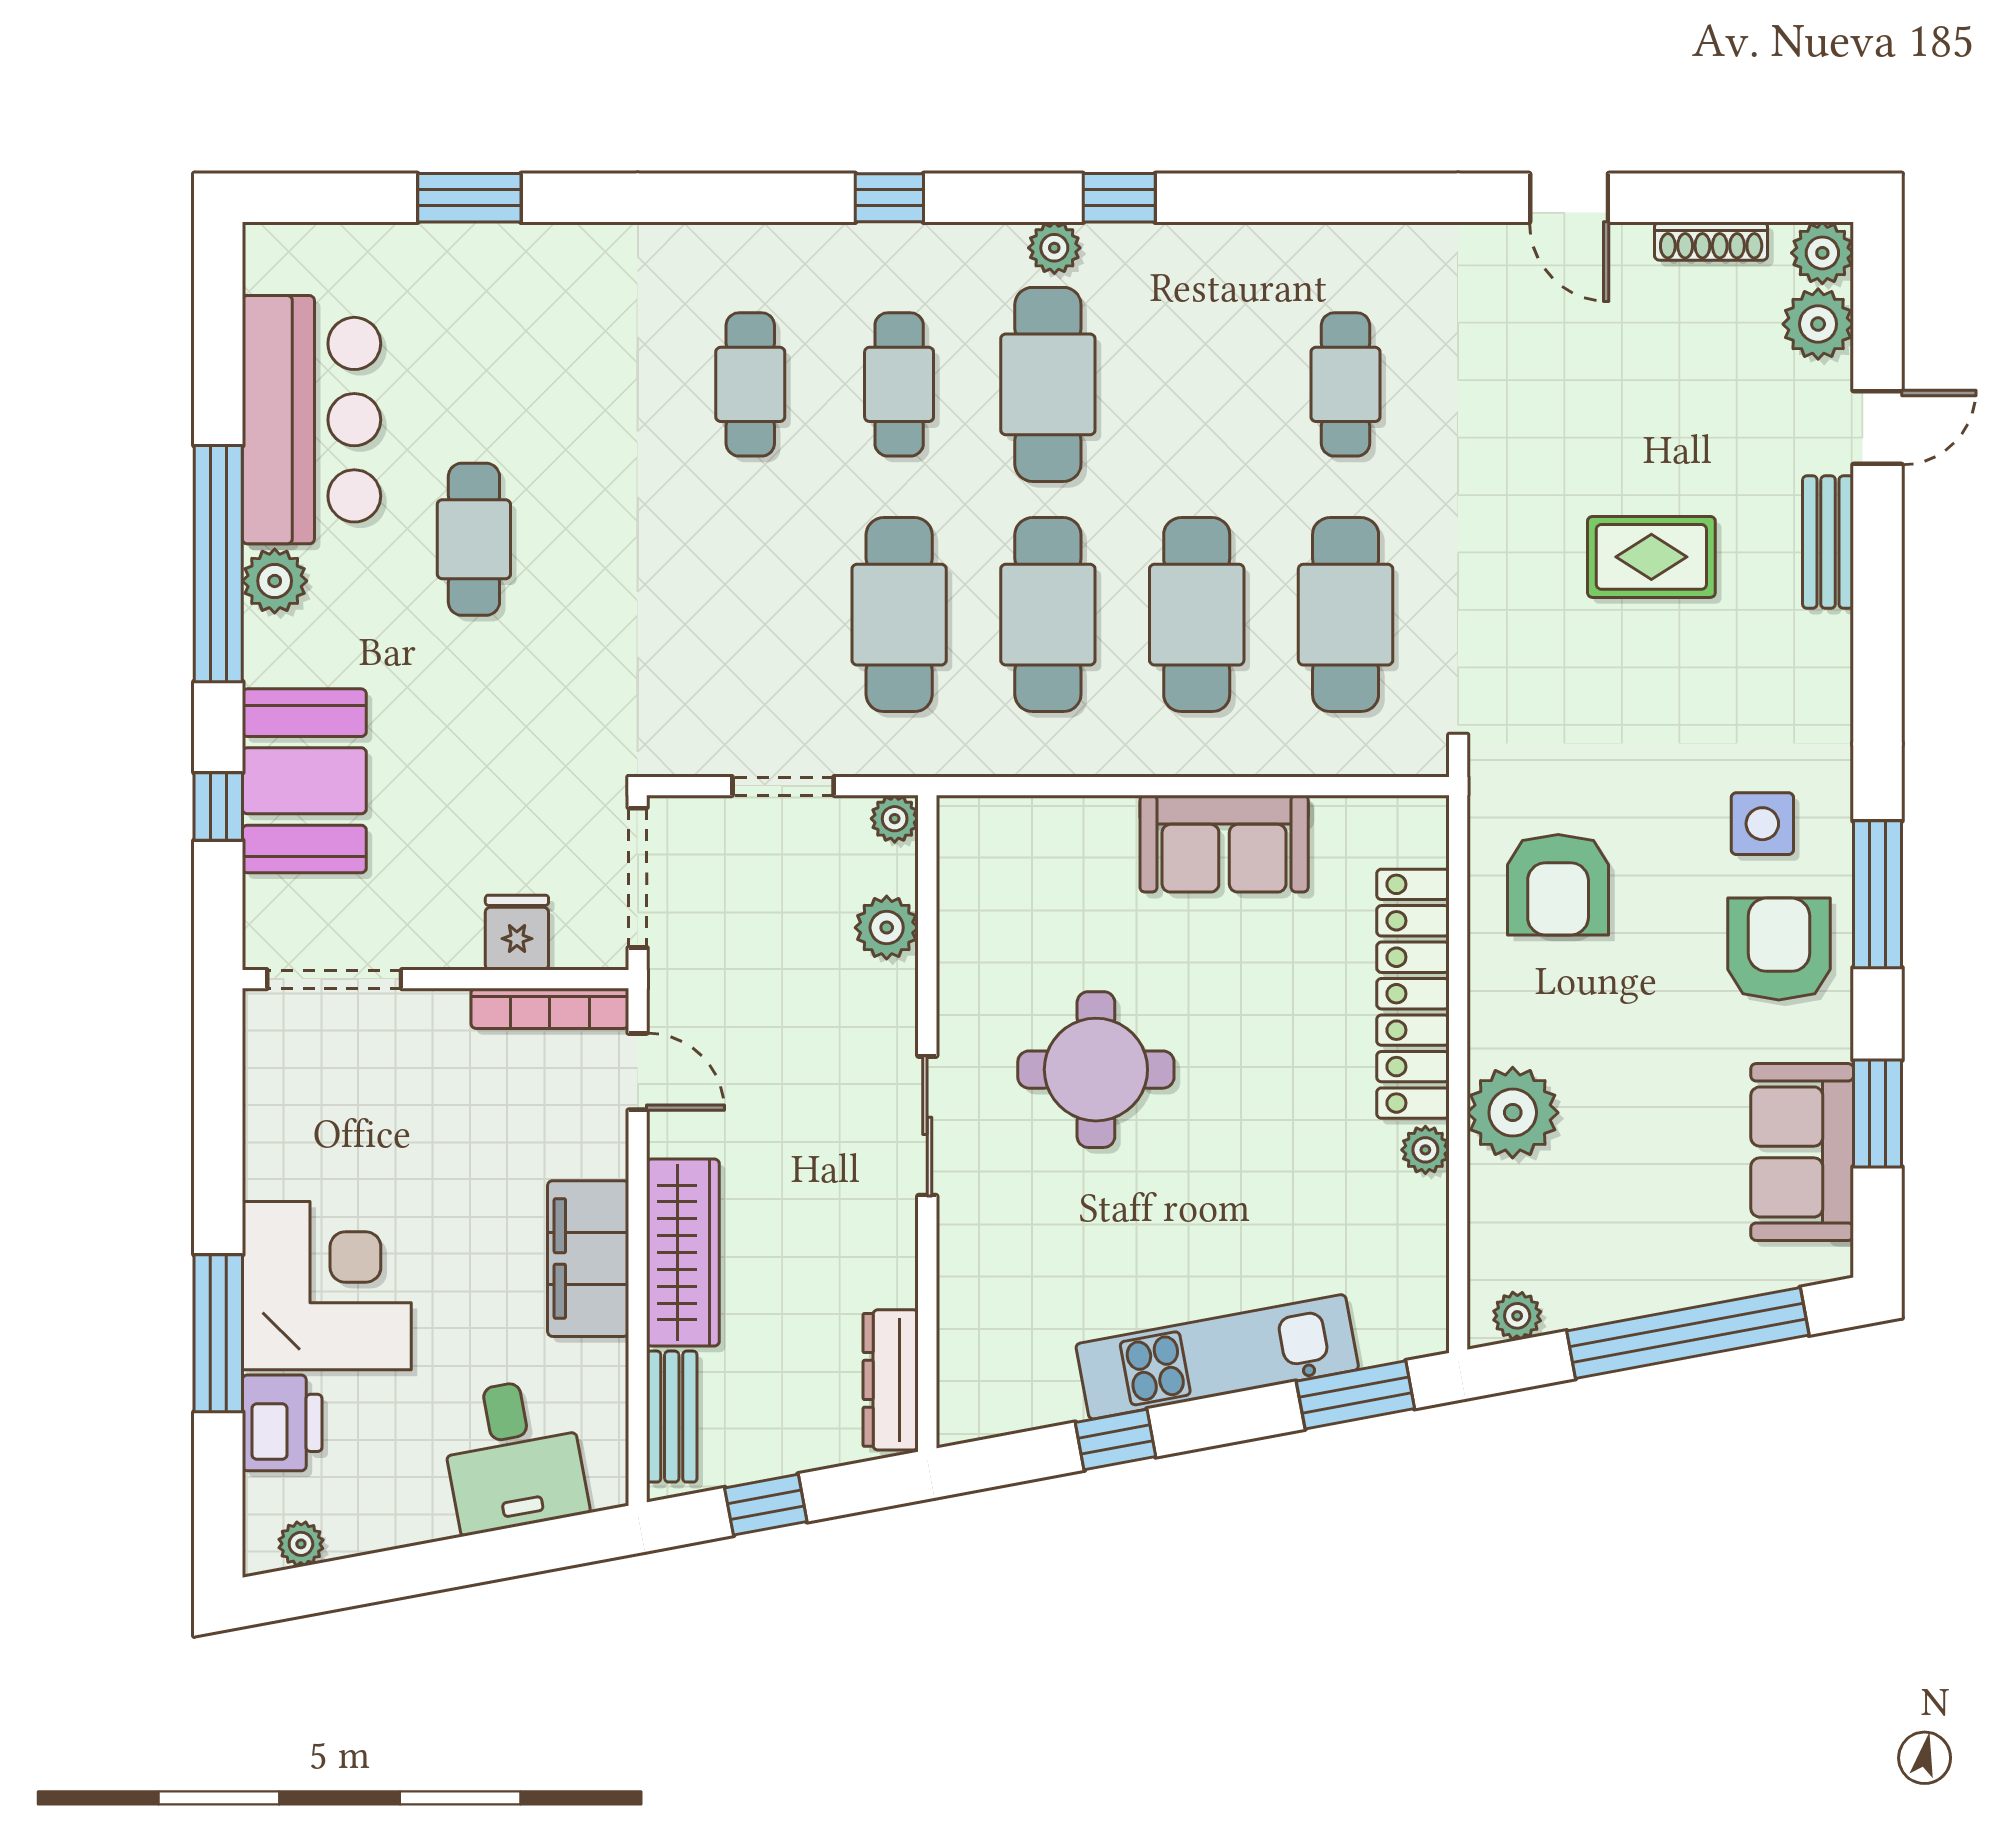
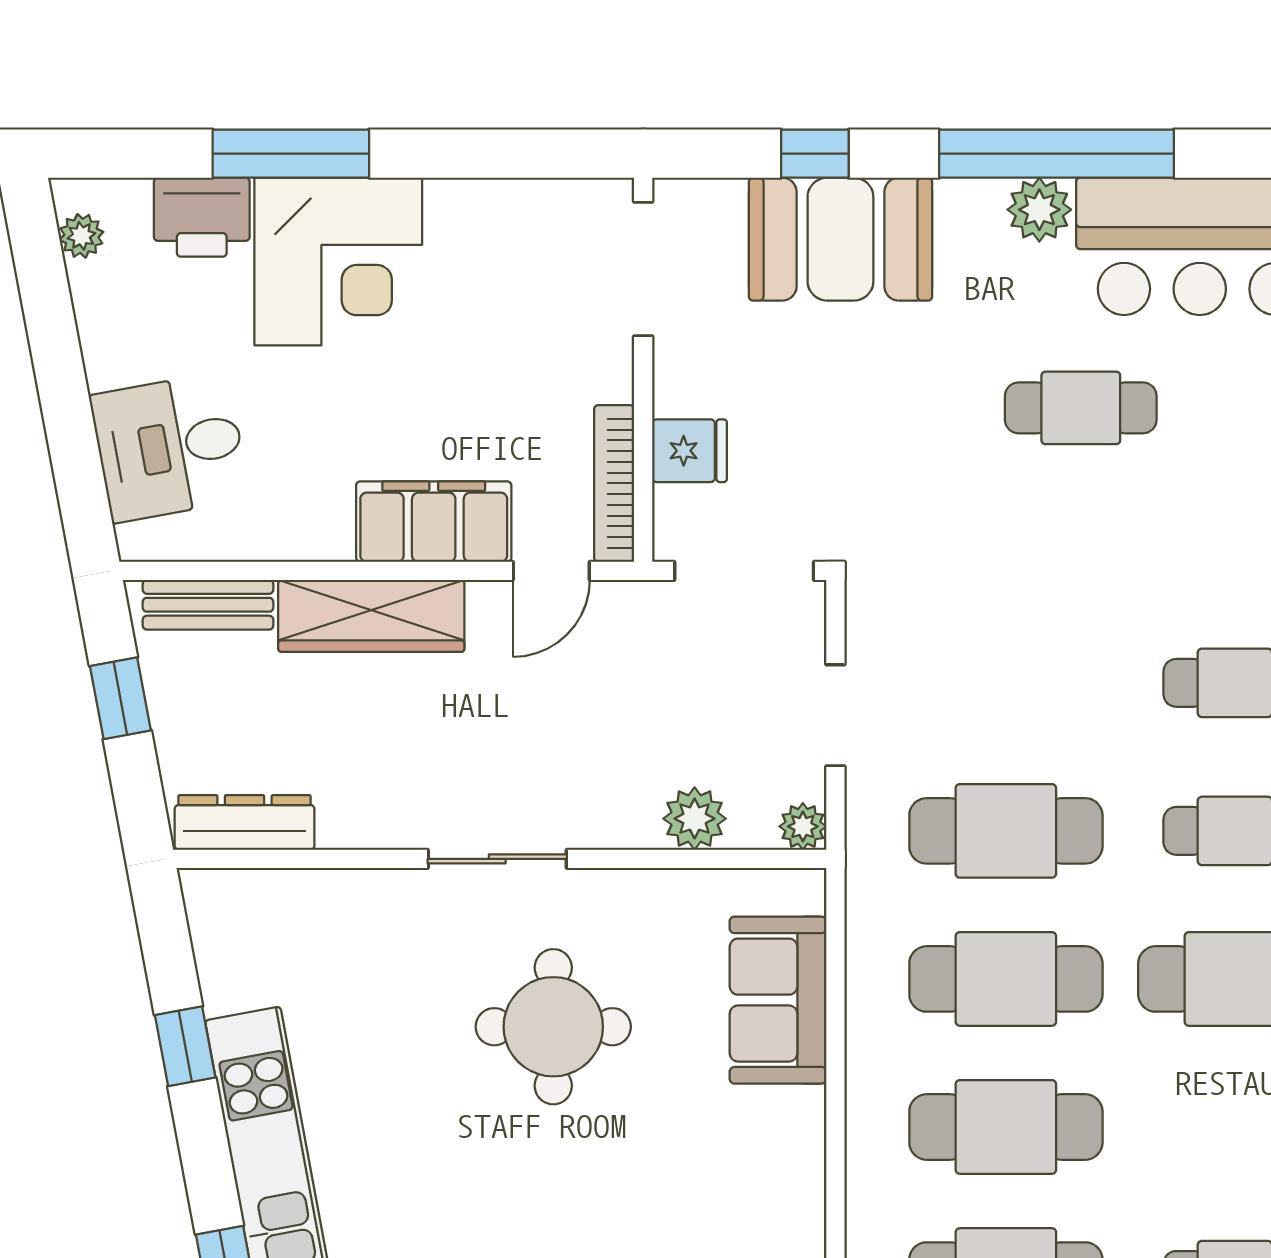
sofa: (1224, 844) -> (778, 1000), moved
filing cabinet: (588, 1259) -> (434, 522), moved

